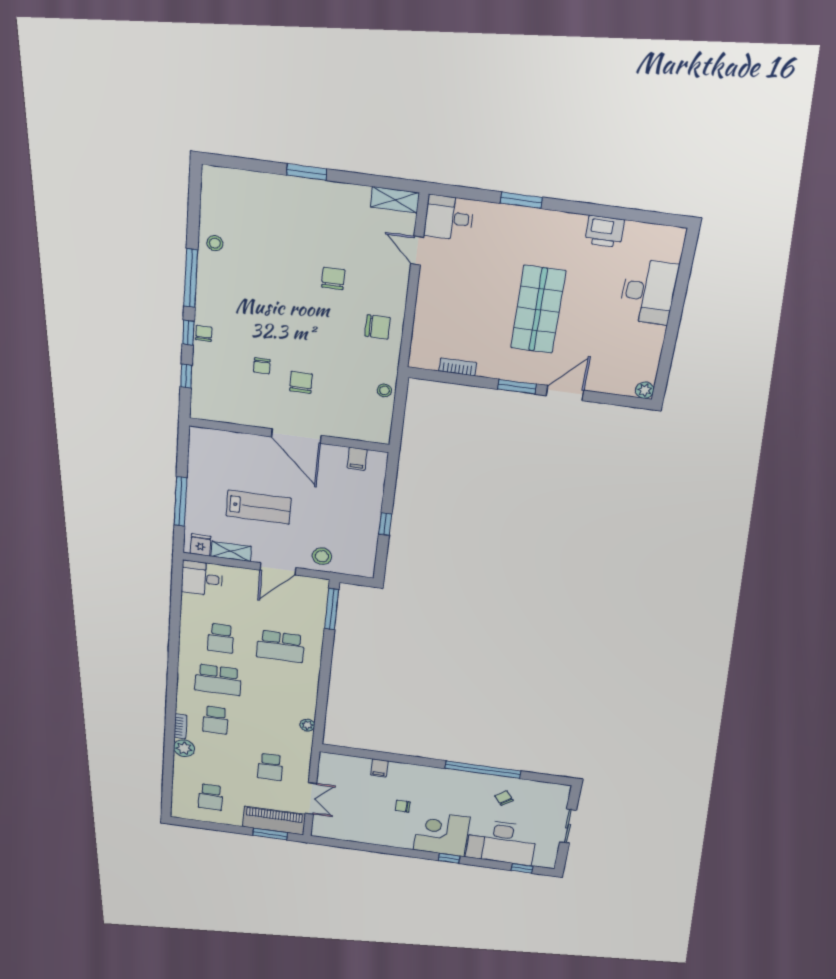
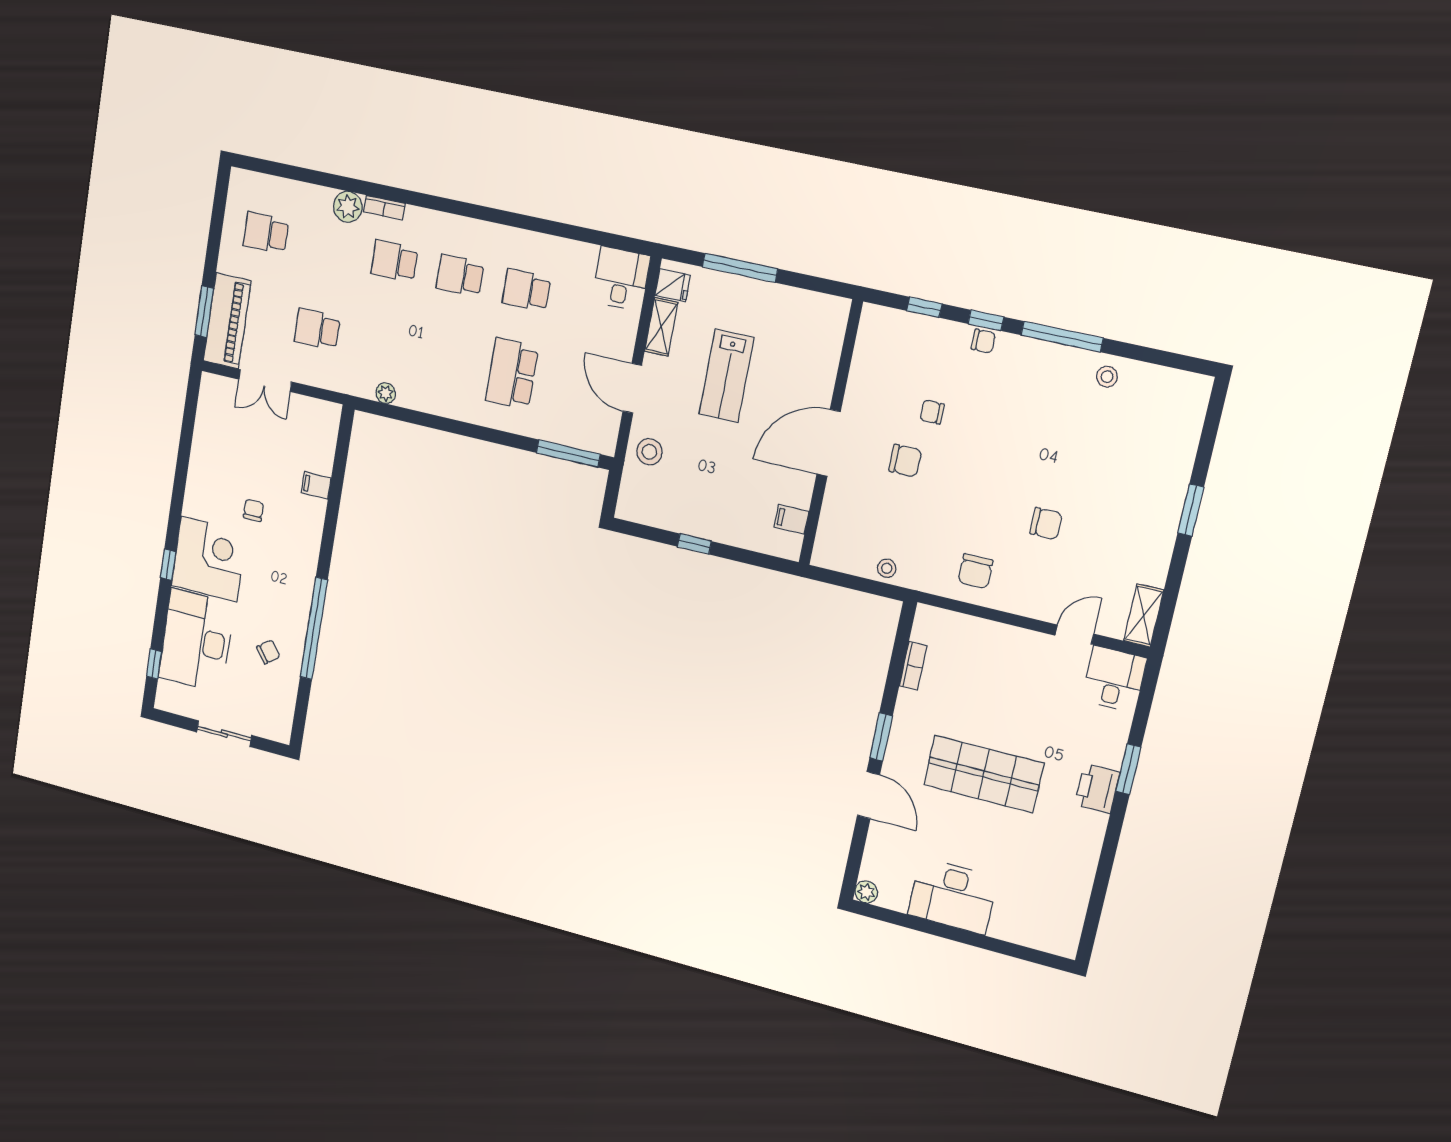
printer: (605, 231) -> (1097, 788), moved
desk: (648, 292) -> (953, 896), moved
school desk: (218, 680) -> (460, 276), width x0.54

